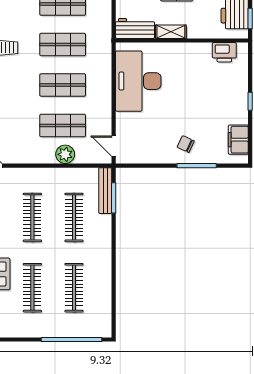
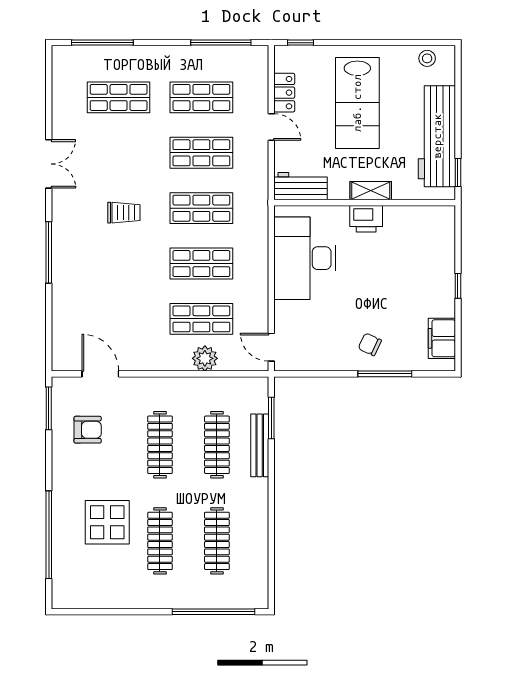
shelving: (171, 32) -> (371, 191), moved
printer: (224, 52) -> (366, 219), moved
bench: (105, 191) -> (260, 445), moved

